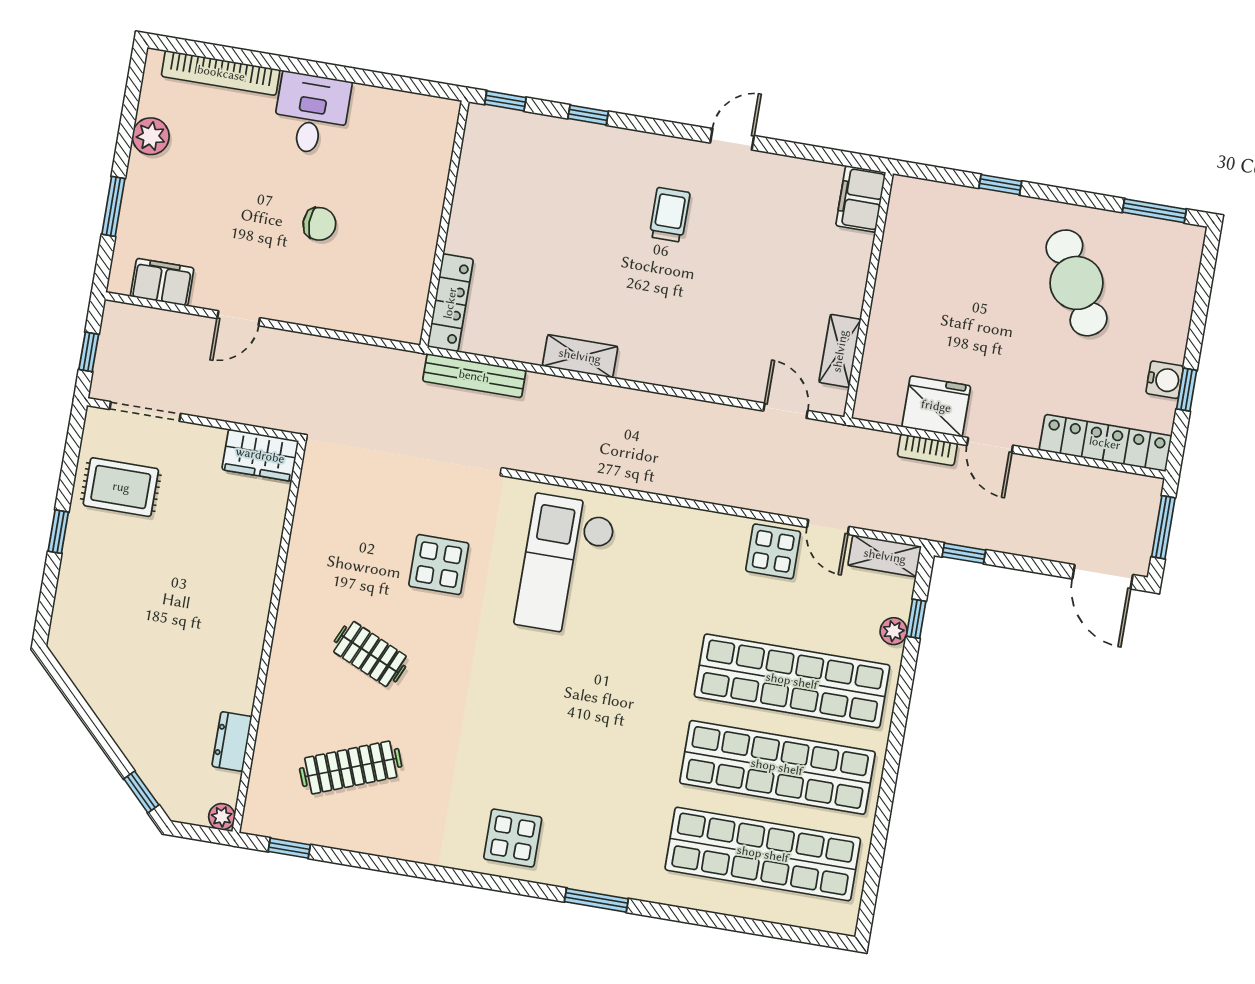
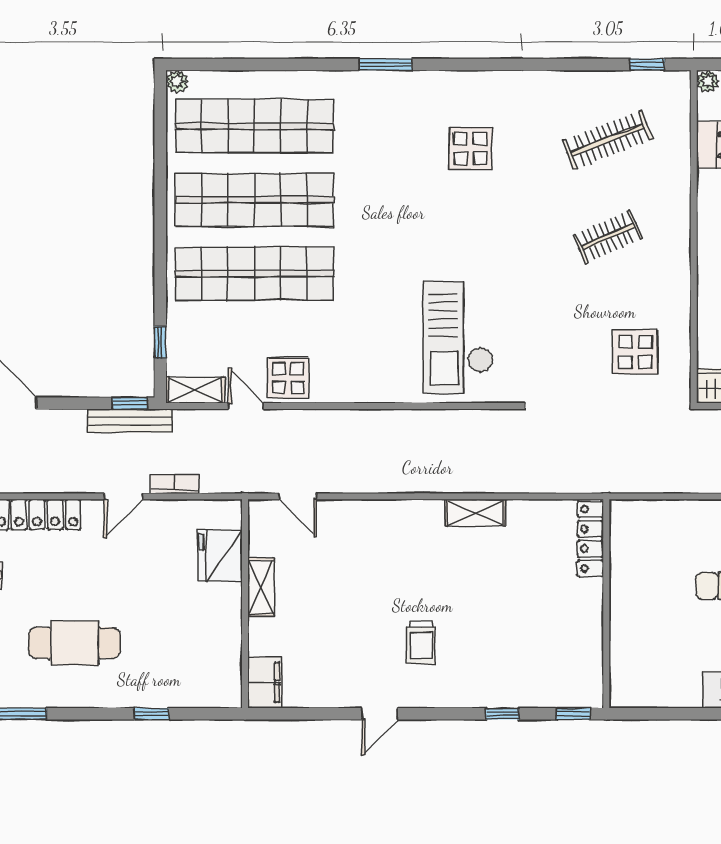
cafe table: (1076, 283) -> (74, 643), turned -62
shelving: (840, 351) -> (261, 587), moved
bench: (474, 376) -> (130, 421), moved
fridge: (936, 406) -> (220, 555), moved, turned 90
door: (990, 445) -> (123, 496), swing flipped
display table: (439, 565) -> (635, 352), moved
checkout: (566, 565) -> (458, 338), turned 180
plant: (894, 631) -> (177, 81), moved
clothes rail: (370, 654) -> (608, 237), turned -48
display table: (513, 838) -> (470, 149), moved

